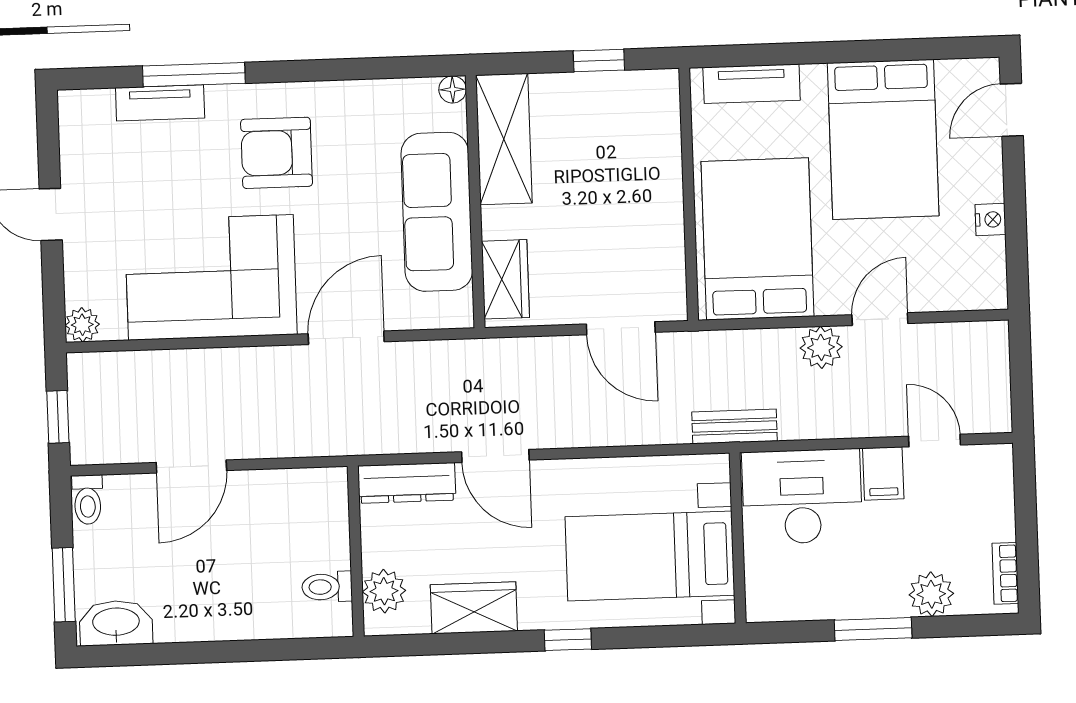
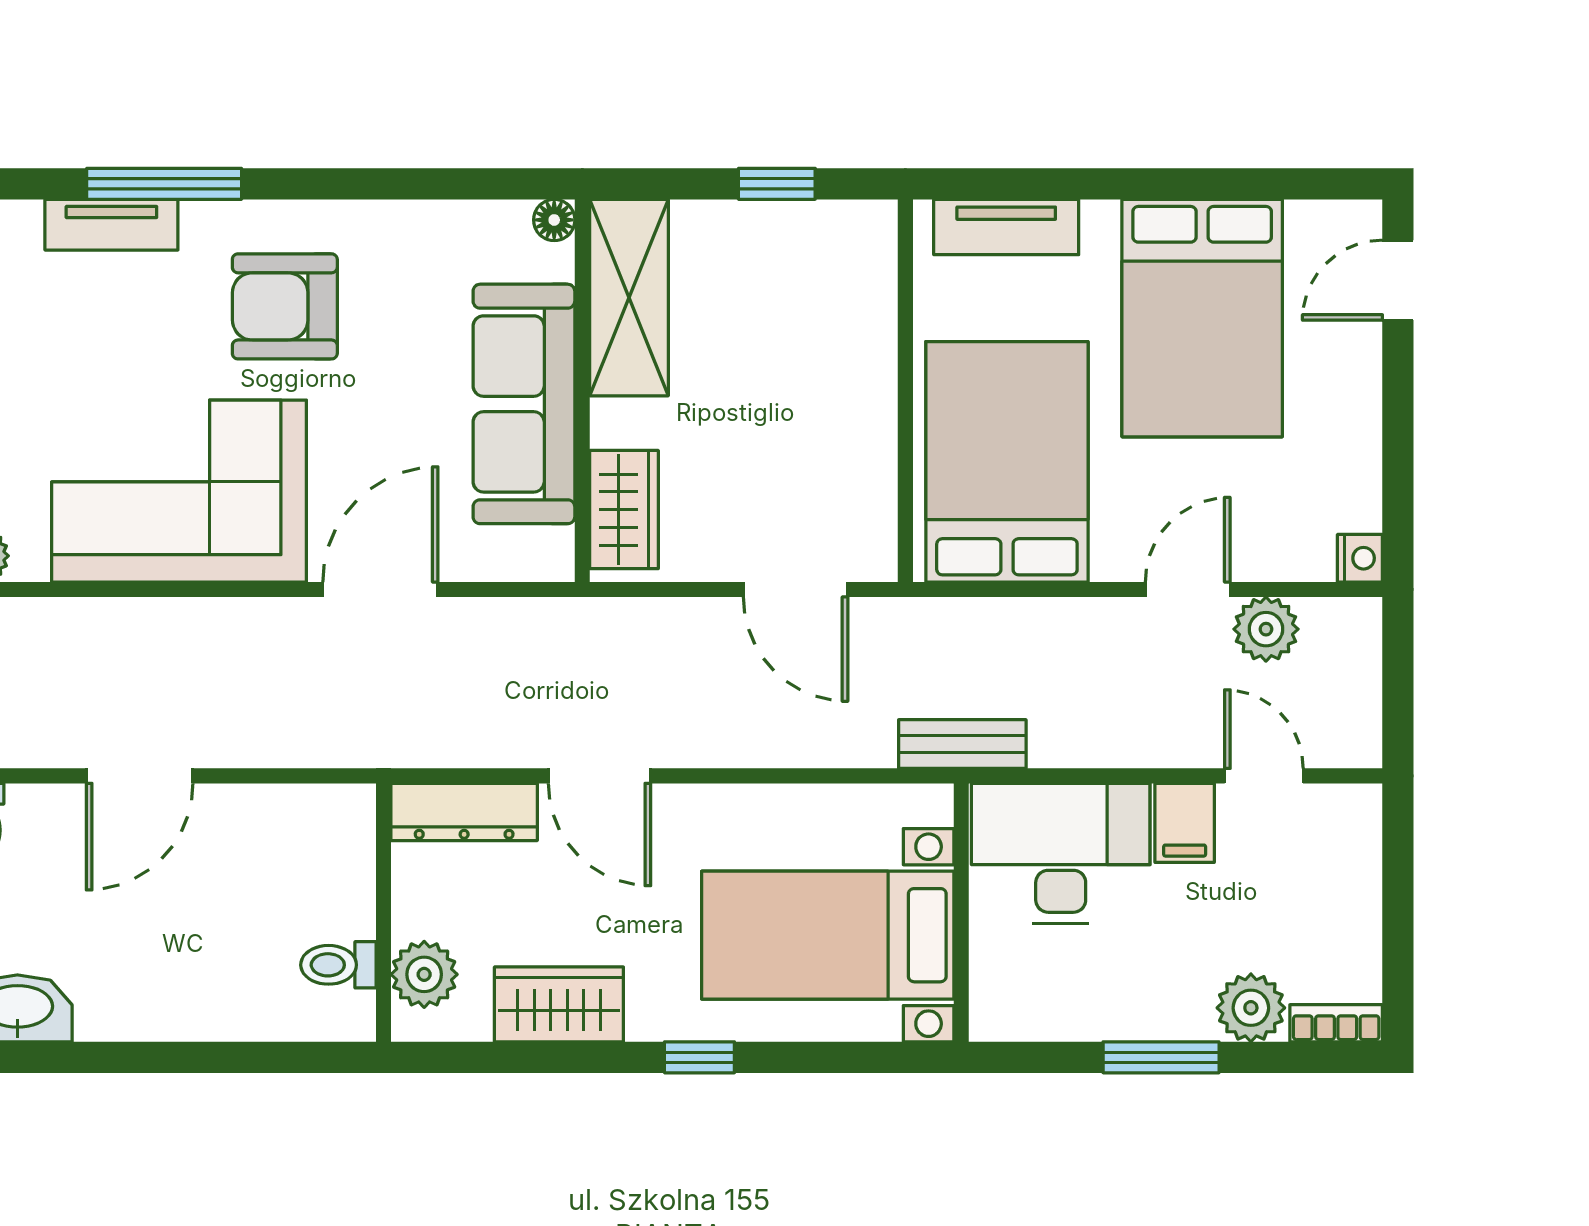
nightstand: (990, 219) -> (1360, 558), moved
plant: (821, 347) -> (1266, 629), moved
bookcase: (1005, 573) -> (1336, 1023), moved, turned 90

